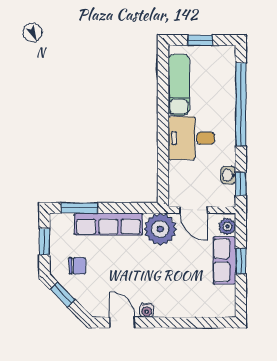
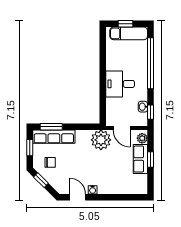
exam couch: (179, 85) -> (129, 33), moved, turned 90
row of seats: (108, 224) -> (54, 137), moved

